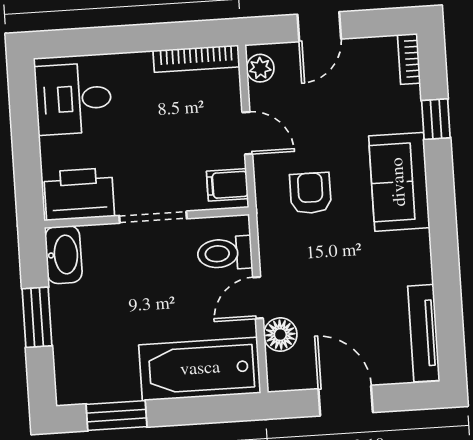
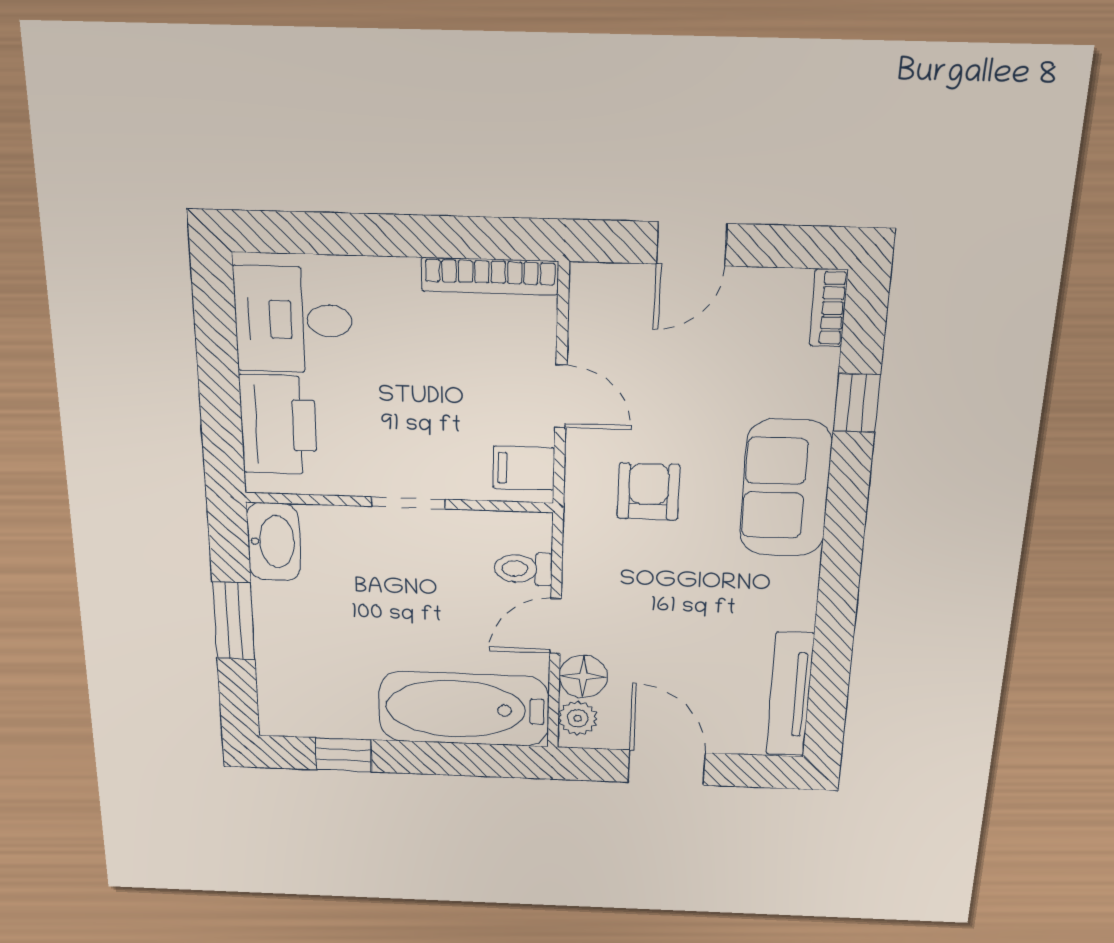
plant: (260, 68) -> (578, 718), moved
printer: (79, 194) -> (278, 425), moved, turned 90
doorway: (153, 217) -> (408, 503), width x0.73
toilet: (225, 253) -> (523, 569), width x0.73, depth x0.72
window: (117, 416) -> (343, 755), width x0.67

